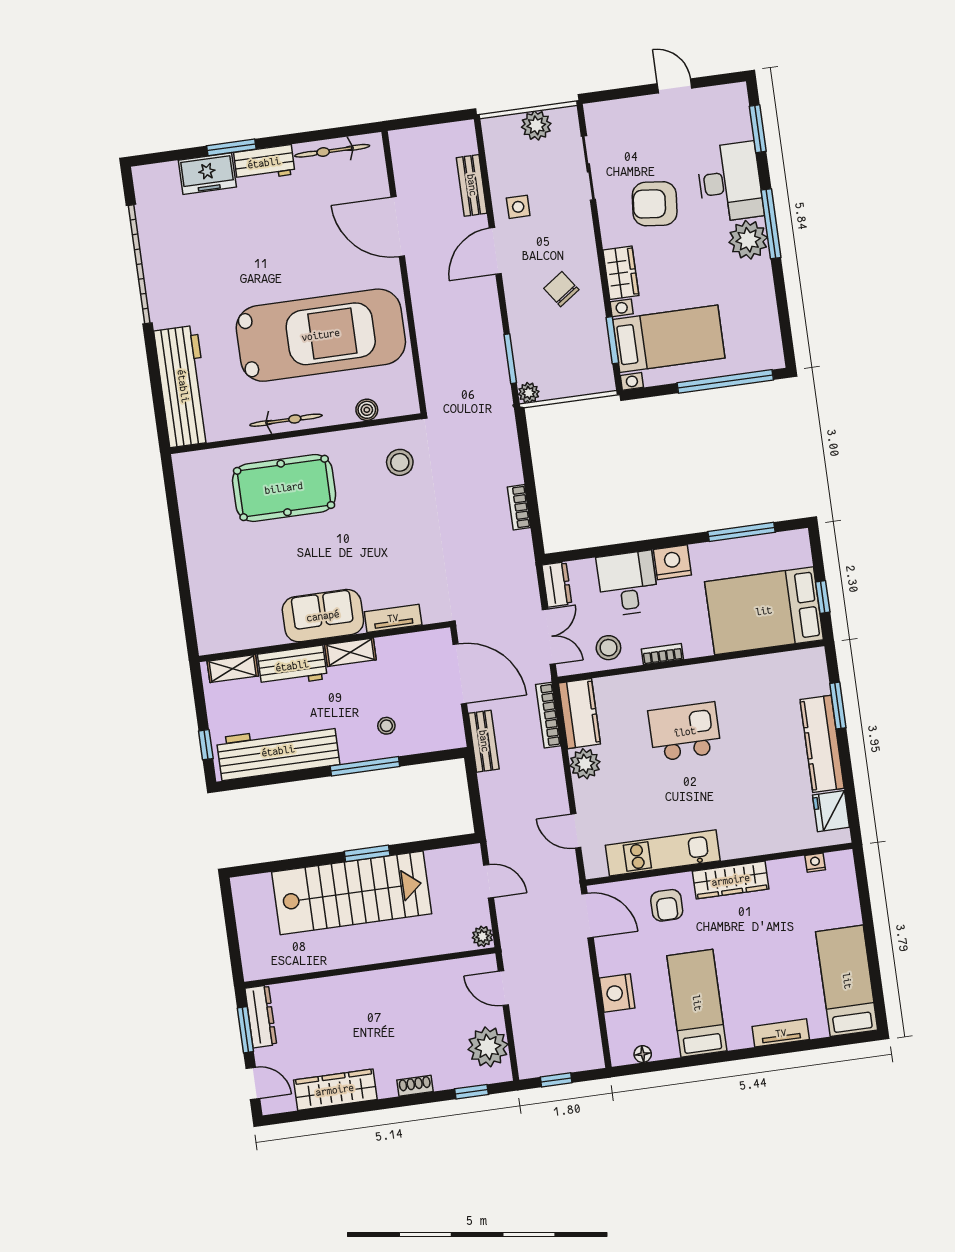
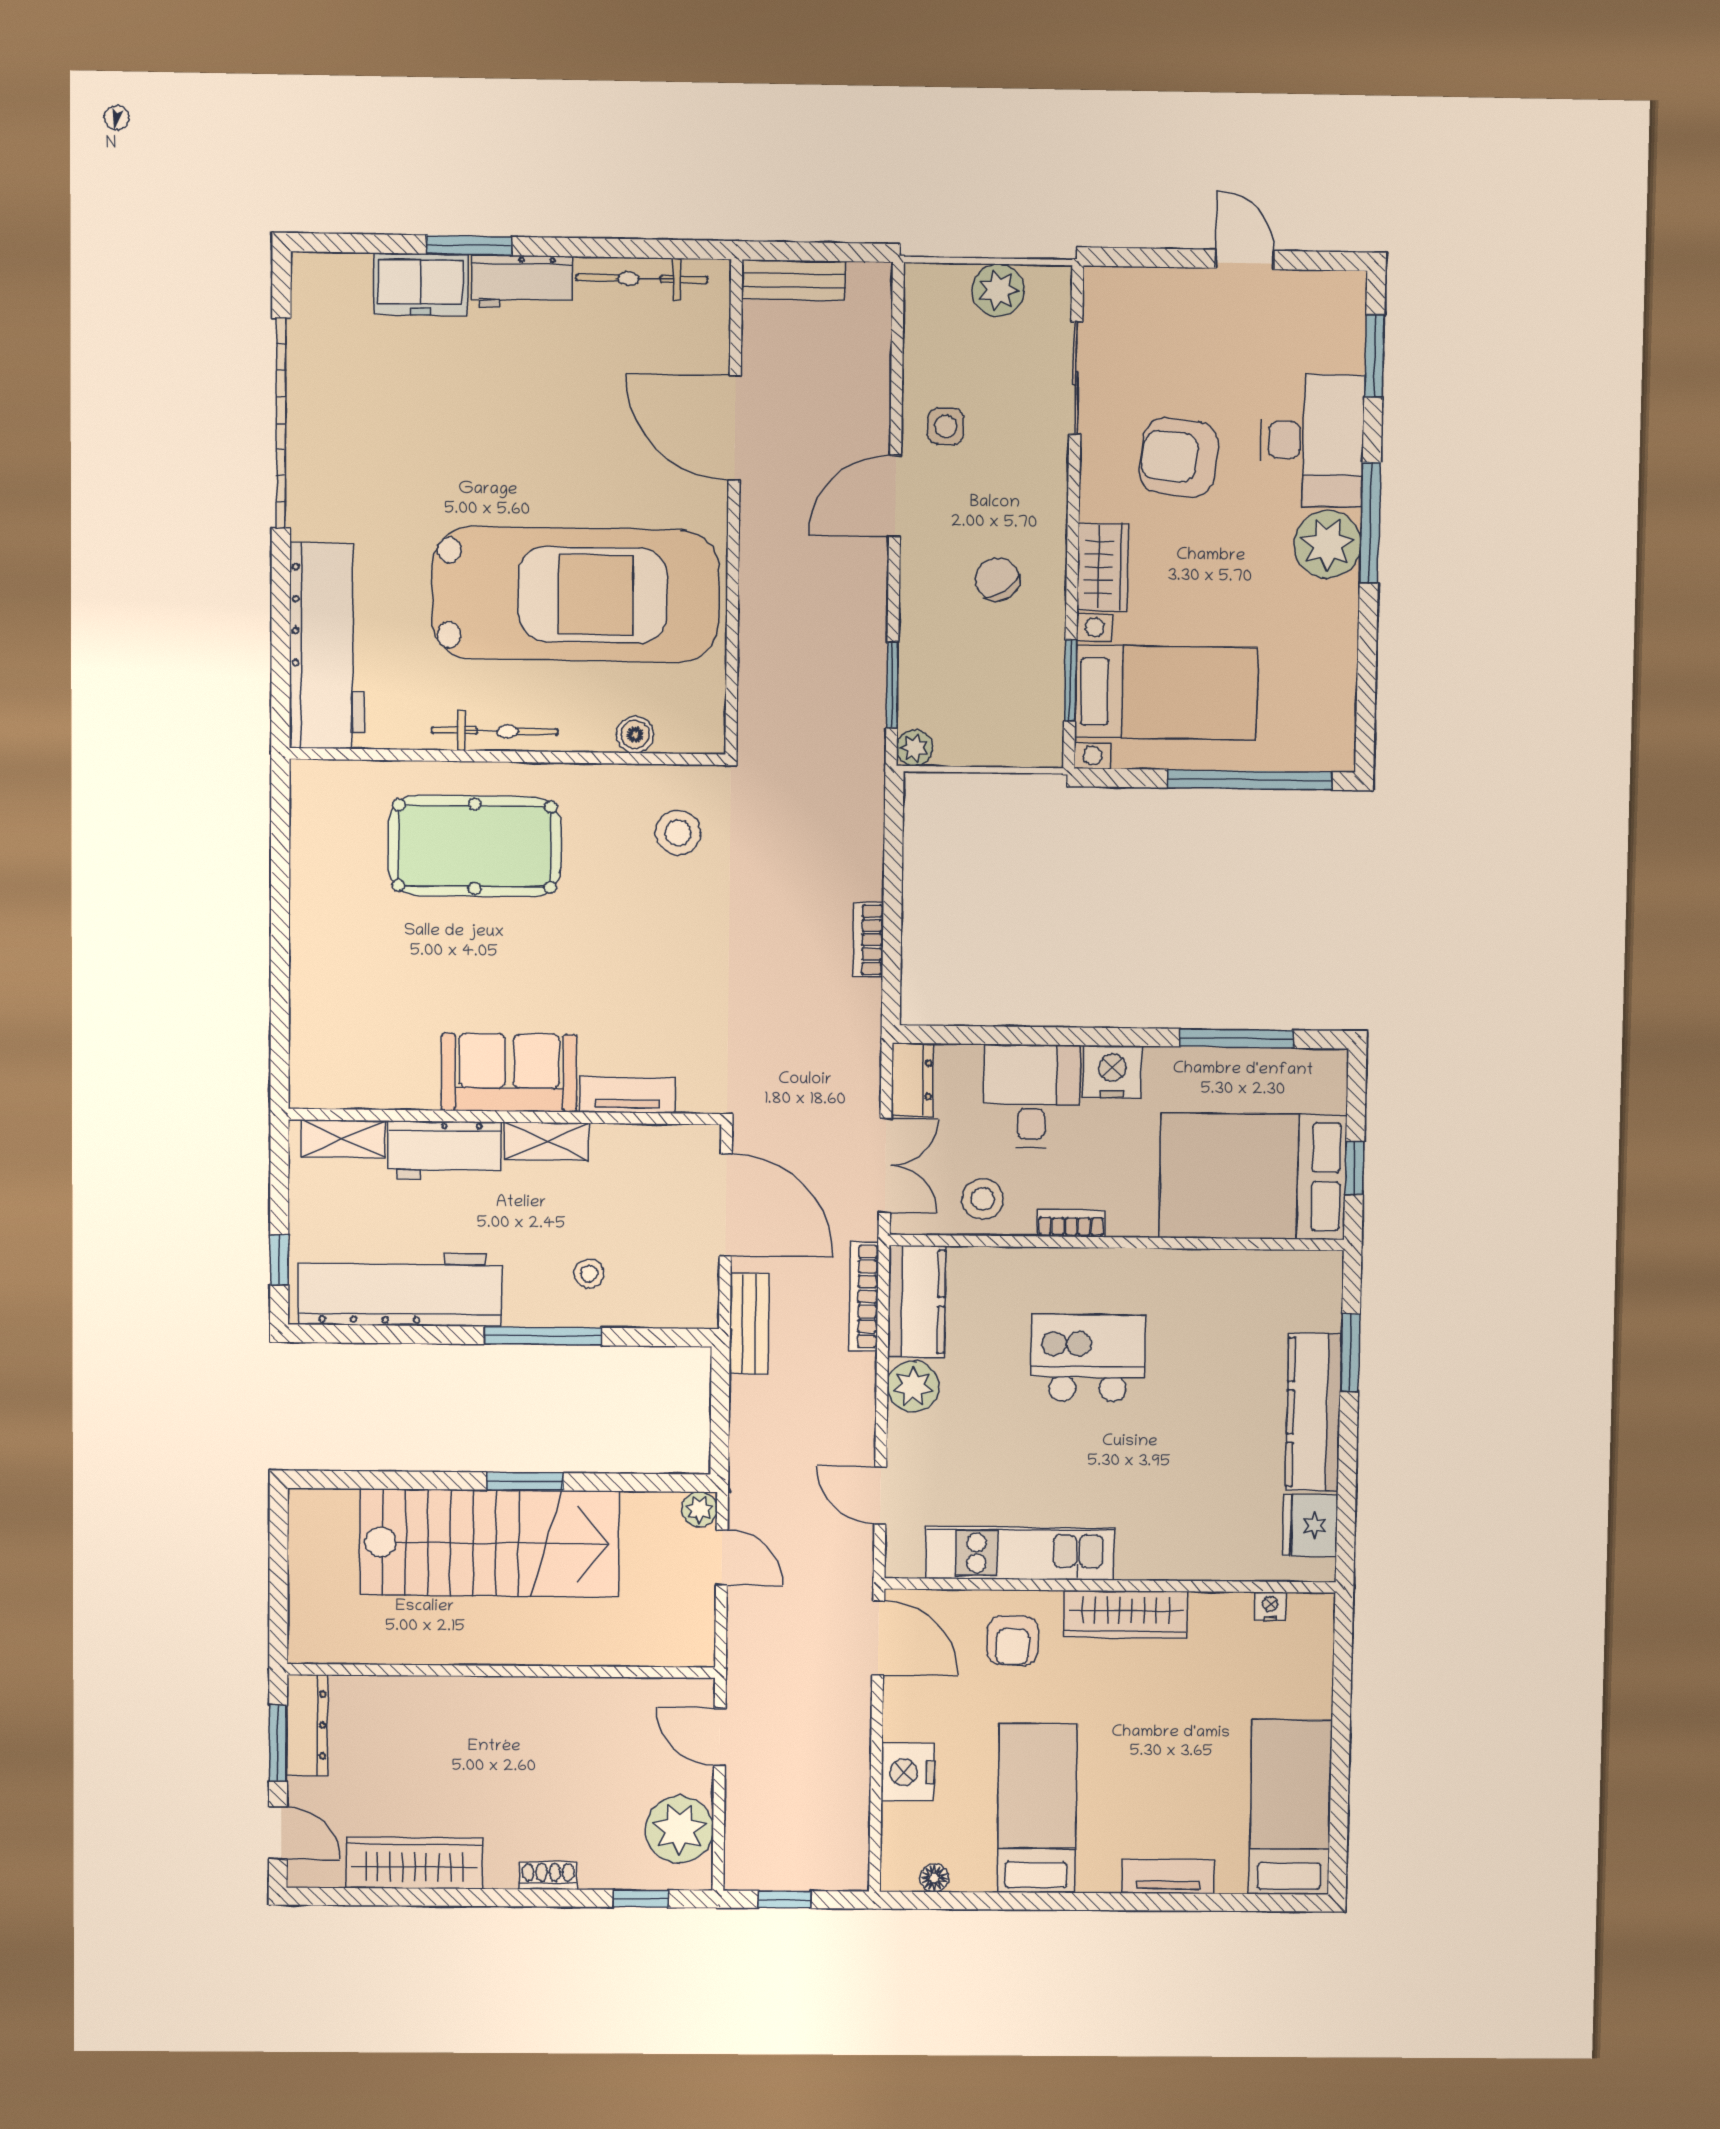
bench: (472, 185) -> (793, 280), moved, turned 90
plant: (482, 936) -> (699, 1509), moved

